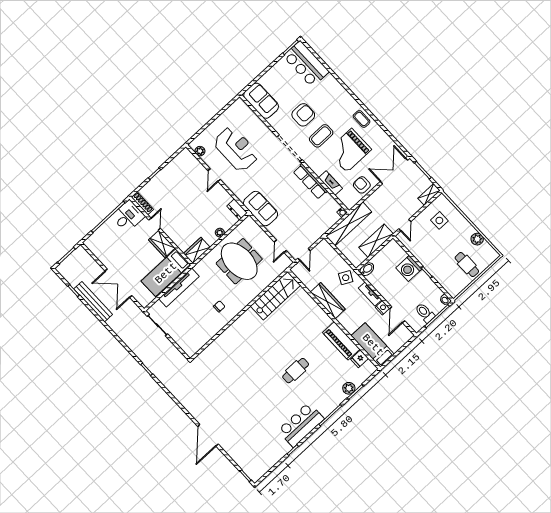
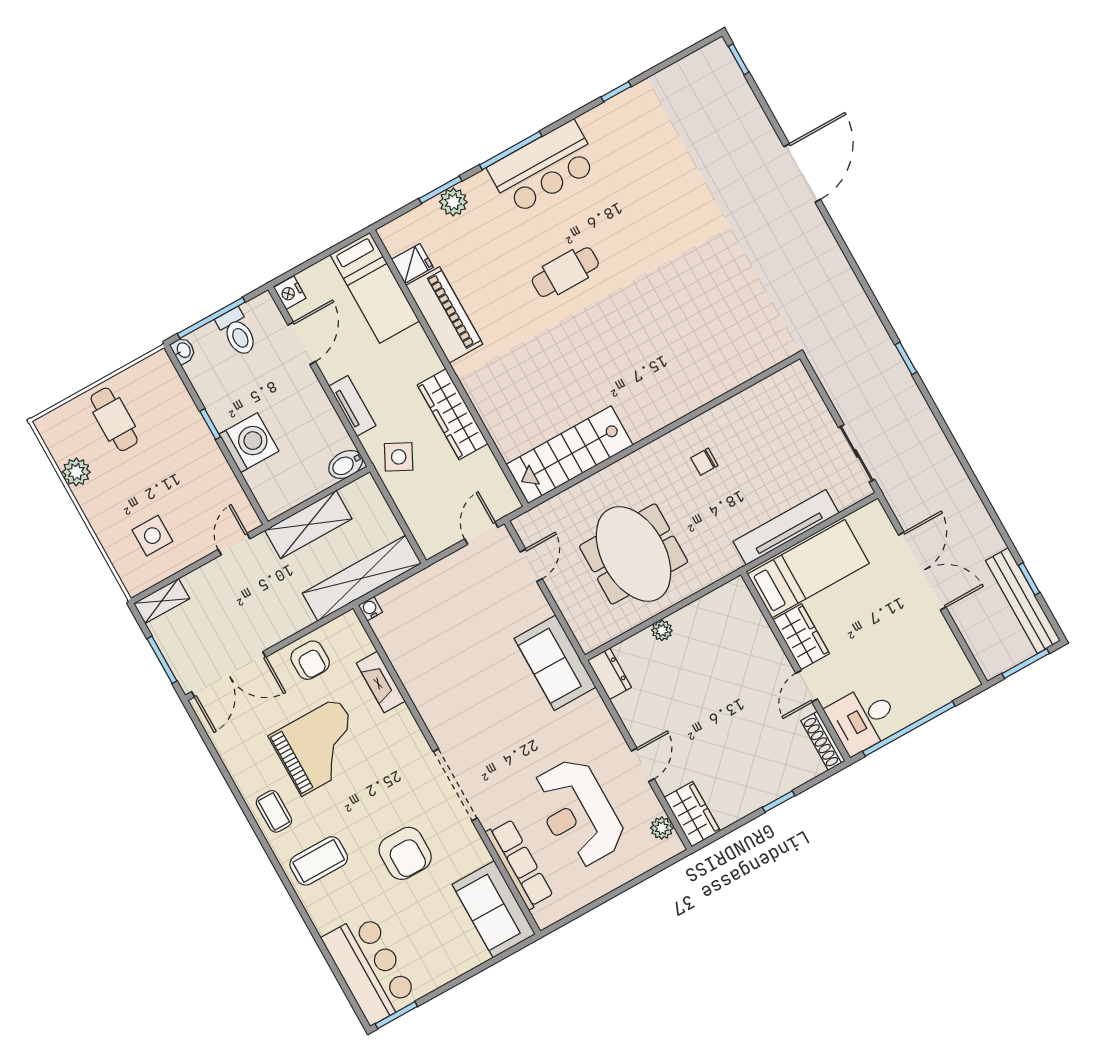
armchair: (303, 115) -> (405, 853), turned -90
coffee table: (321, 136) -> (319, 861), moved
row of seats: (310, 181) -> (519, 864), moved
wardrobe: (197, 250) -> (692, 814), moved, turned -90
bench: (93, 302) -> (1023, 601), moved
nightstand: (382, 308) -> (290, 293), moved
bar counter: (301, 425) -> (543, 167), moved

